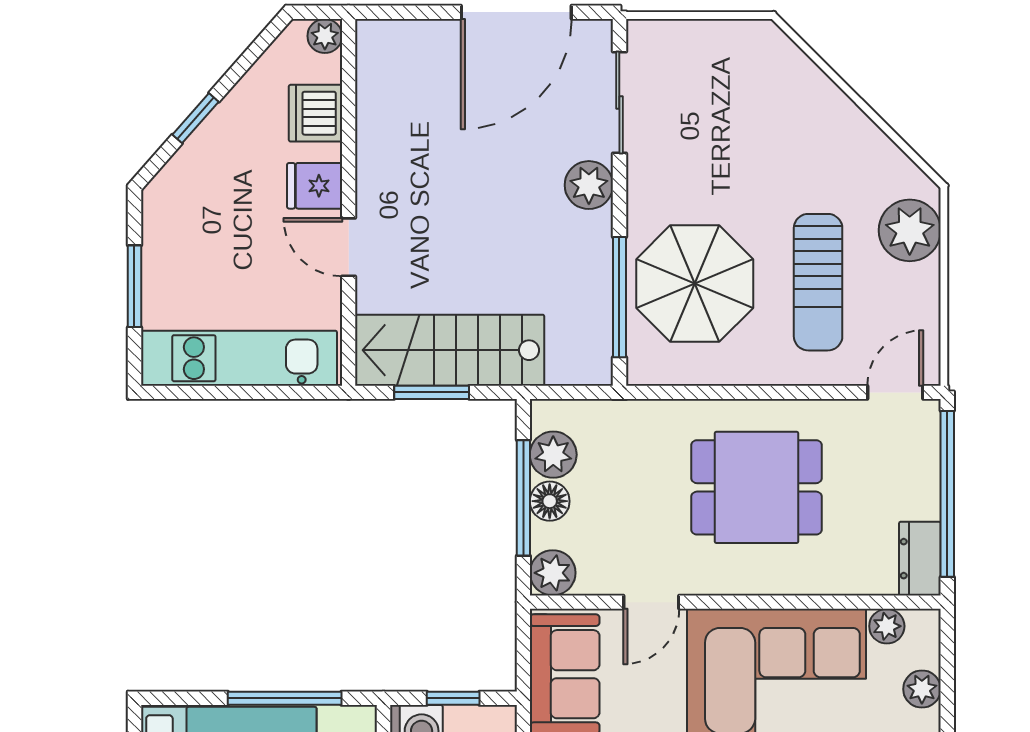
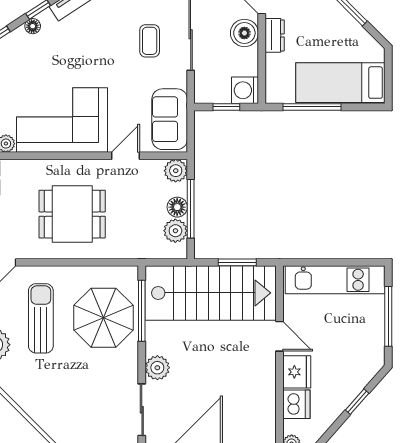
fridge: (315, 186) -> (297, 372), width x1.38
window: (134, 286) -> (388, 316), width x1.44
stairs: (450, 350) -> (211, 293), width x1.36, depth x1.51

